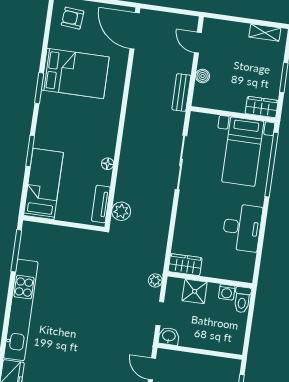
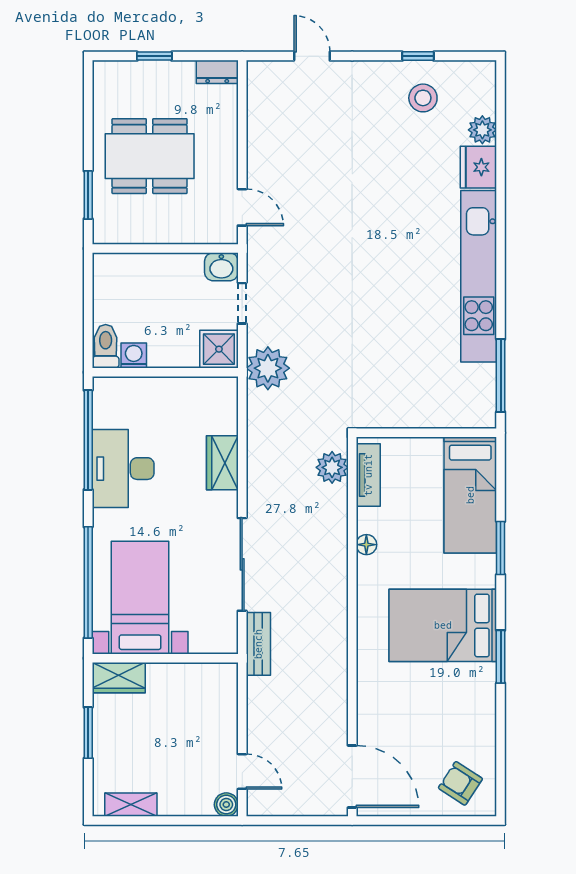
armchair: (73, 18) -> (460, 783), turned -152
bed: (75, 73) -> (443, 625), moved
boiler: (203, 76) -> (226, 805), moved
bench: (181, 92) -> (258, 644), moved
window: (260, 247) -> (88, 440), added
wardrobe: (185, 265) -> (222, 463), moved, turned 90
plant: (155, 280) -> (268, 368), width x1.87, depth x1.87
shower: (195, 291) -> (219, 349), moved

